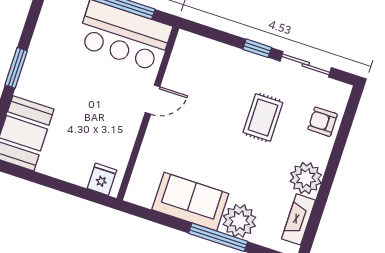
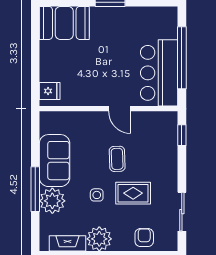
window: (257, 48) -> (182, 135), moved
coffee table: (214, 123) -> (117, 159), added
side table: (250, 163) -> (97, 195), added

